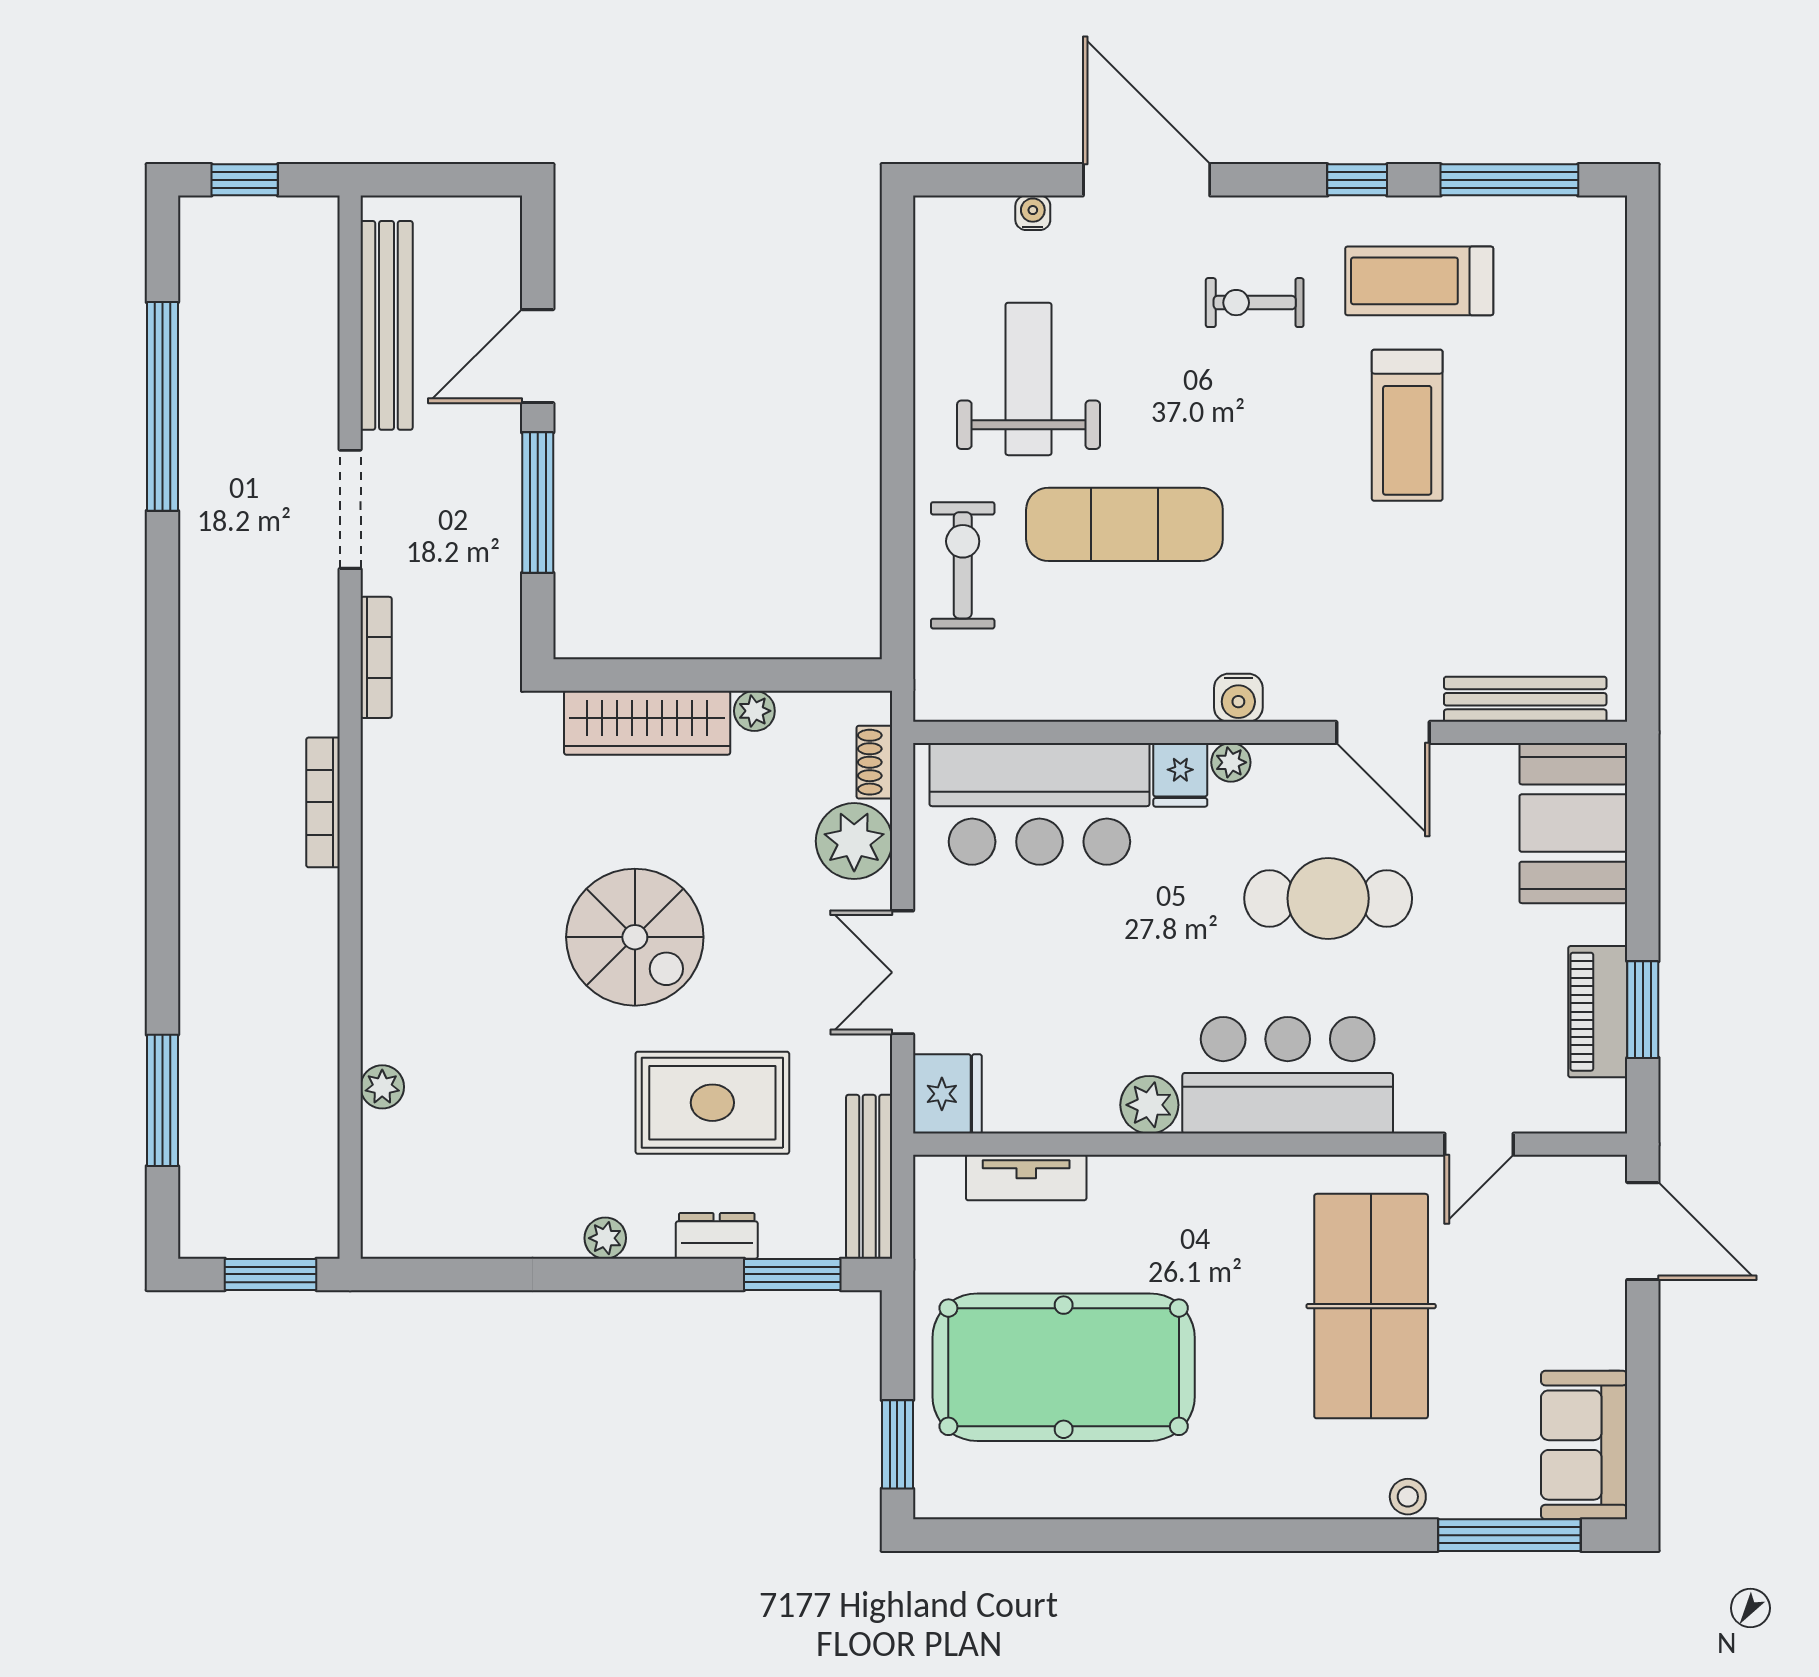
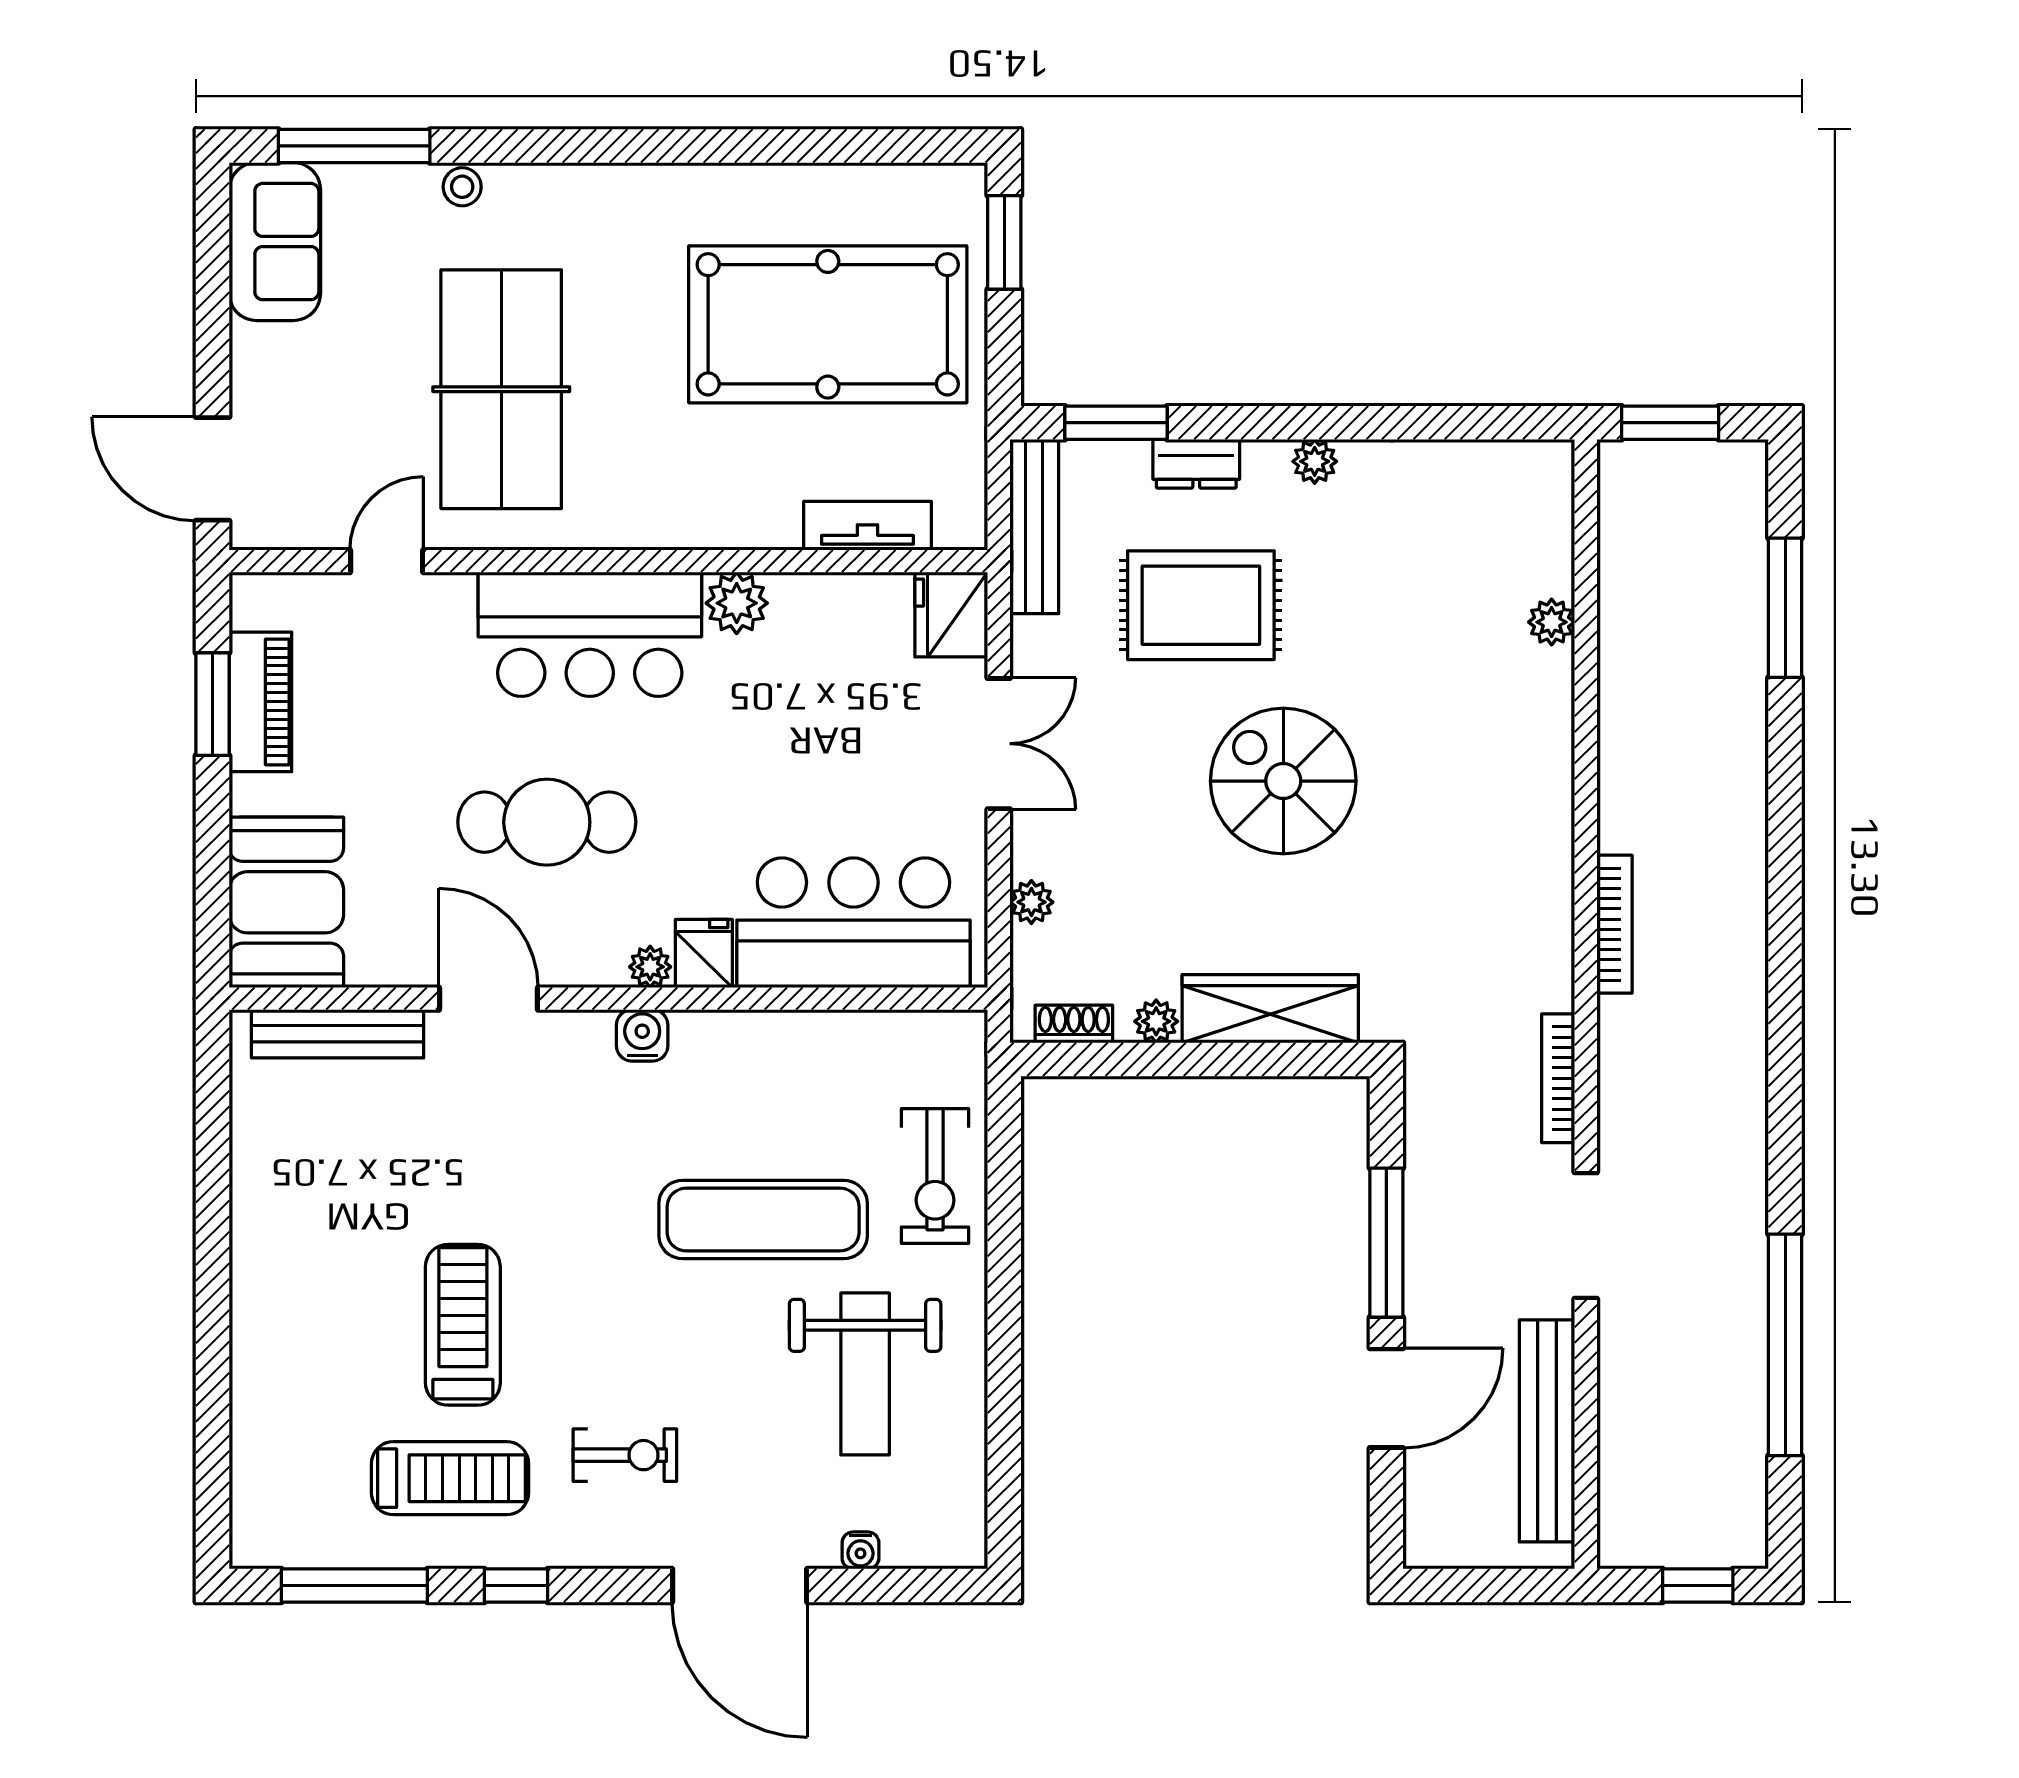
shoe rack: (874, 762) -> (1074, 1024), moved, turned -90
plant: (854, 841) -> (1031, 902), width x0.53, depth x0.53

